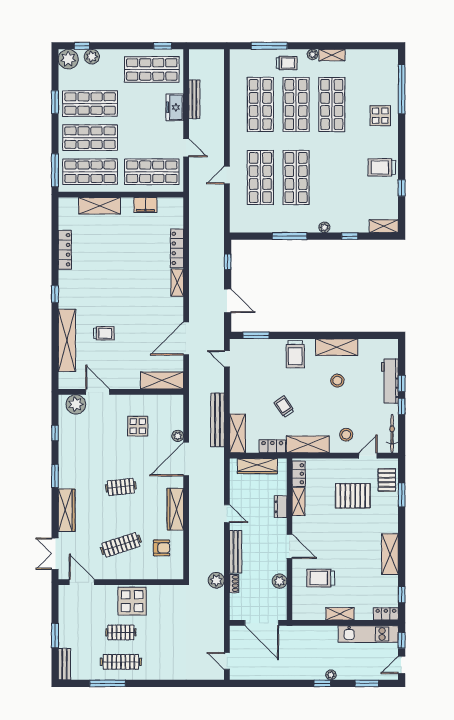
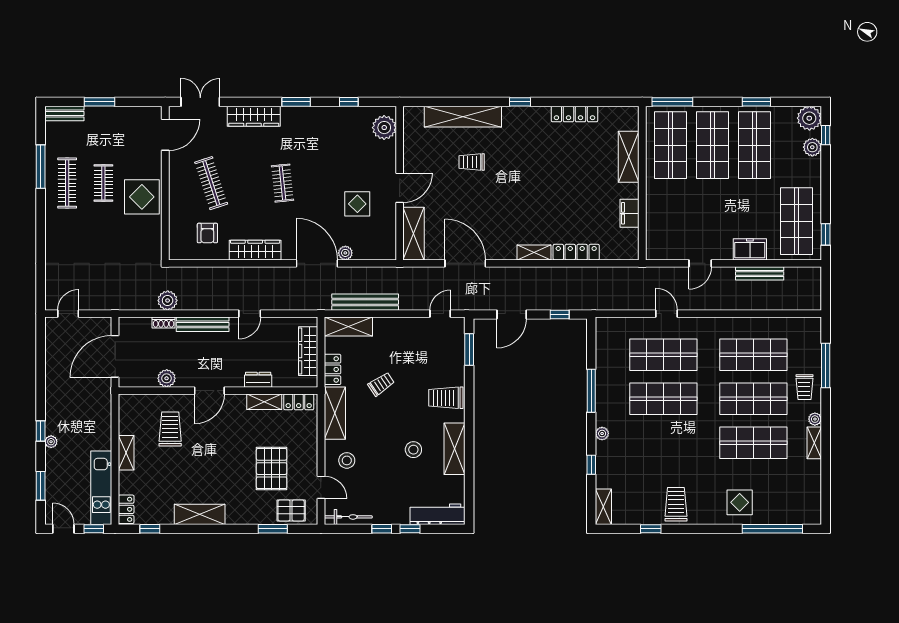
shop shelf: (152, 172) -> (671, 221), removed
trolley: (104, 333) -> (472, 162), turned 90
workbench: (390, 381) -> (437, 514), moved
door: (98, 392) -> (400, 188), moved

